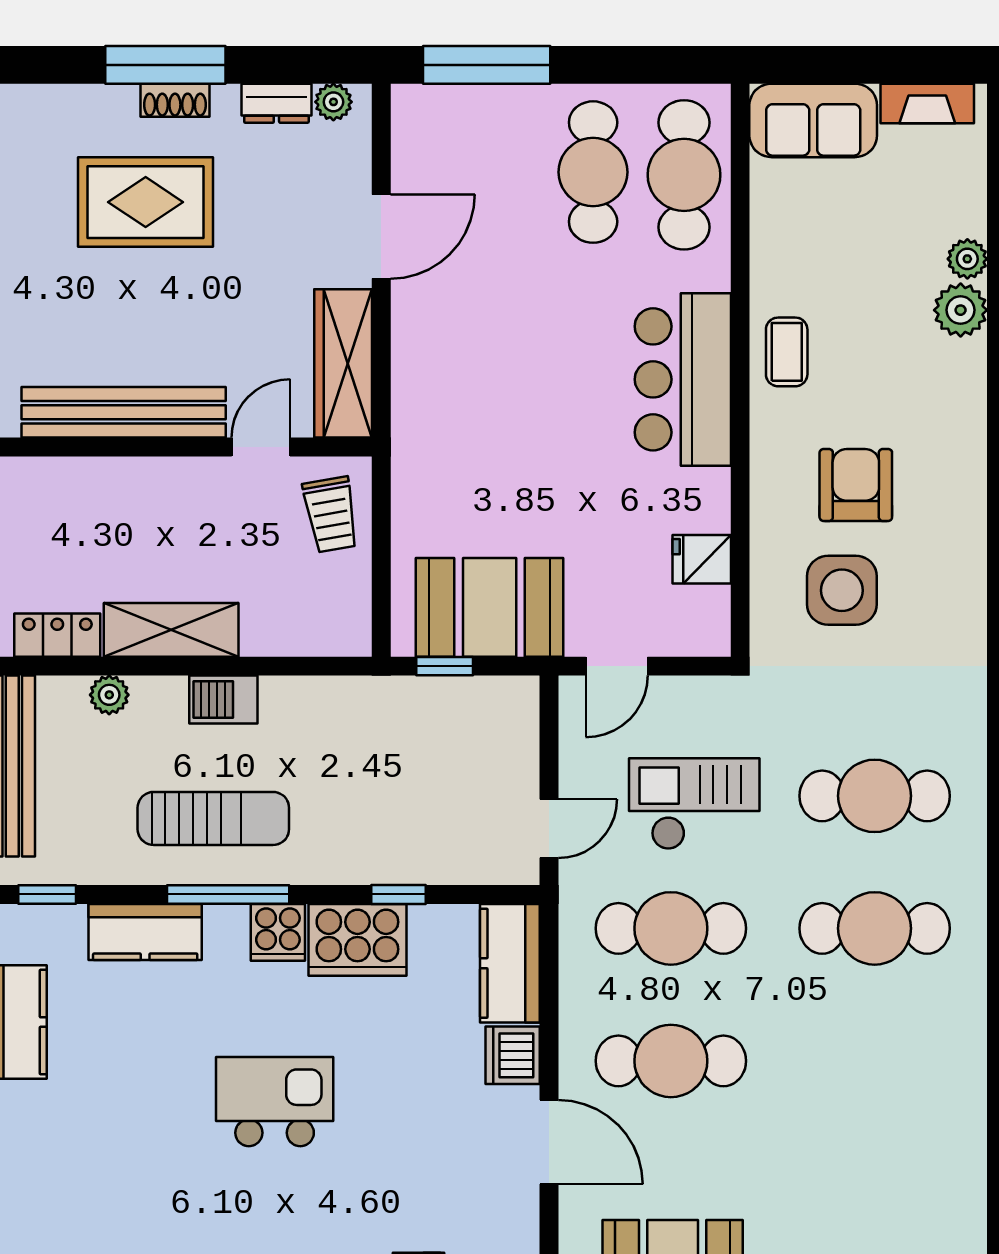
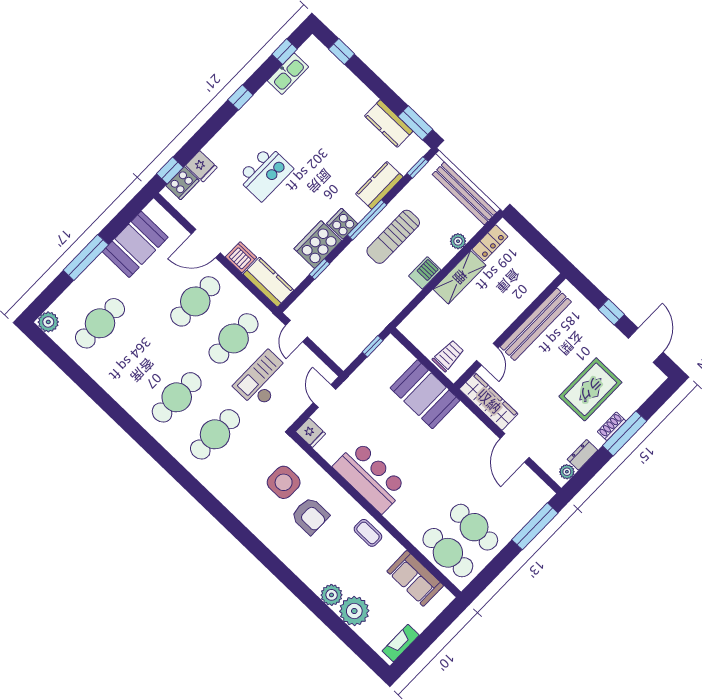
sofa: (813, 120) -> (415, 578), moved, turned -90
plant: (967, 259) -> (354, 611), width x1.87, depth x1.87
bar counter: (683, 379) -> (370, 477), moved
trolley: (331, 514) -> (448, 356), turned 100
fridge: (702, 559) -> (311, 433), moved, turned 90
booth: (490, 607) -> (425, 394), moved, turned 90
checkout: (694, 804) -> (263, 380), turned 180
kitchen island: (275, 1102) -> (265, 173), moved
cafe table: (875, 1193) -> (100, 323), added

